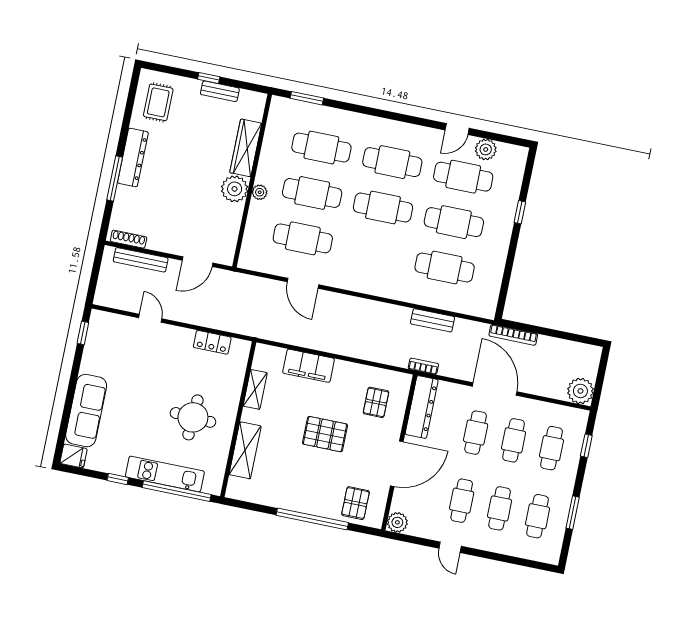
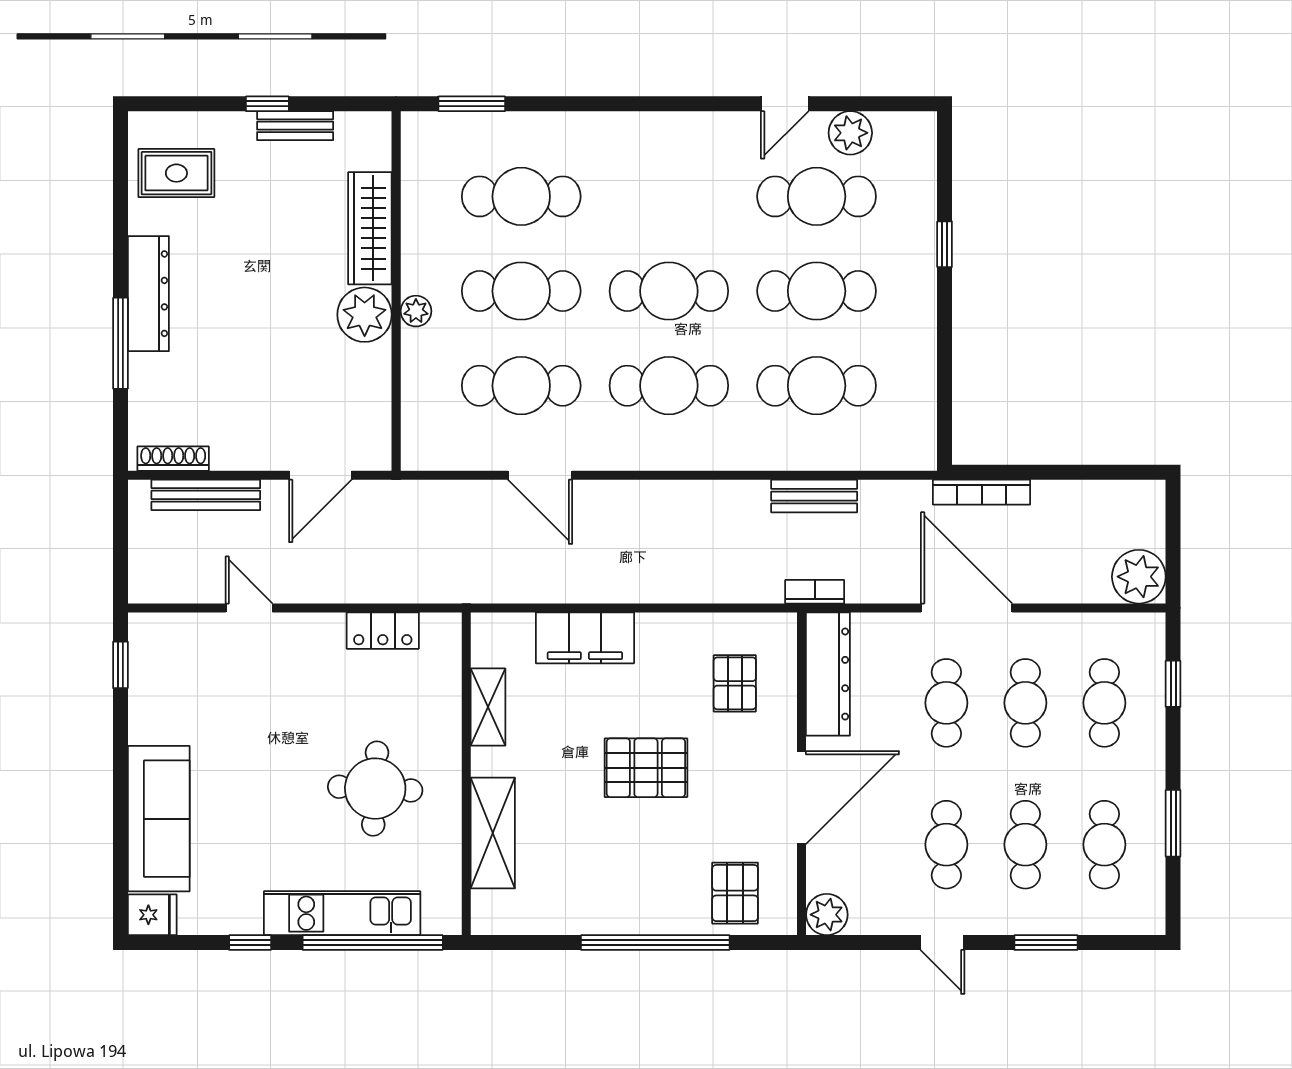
rug: (158, 102) -> (176, 173), turned 90
cafe table: (392, 162) -> (669, 386), moved
window: (500, 557) -> (1046, 943), added

